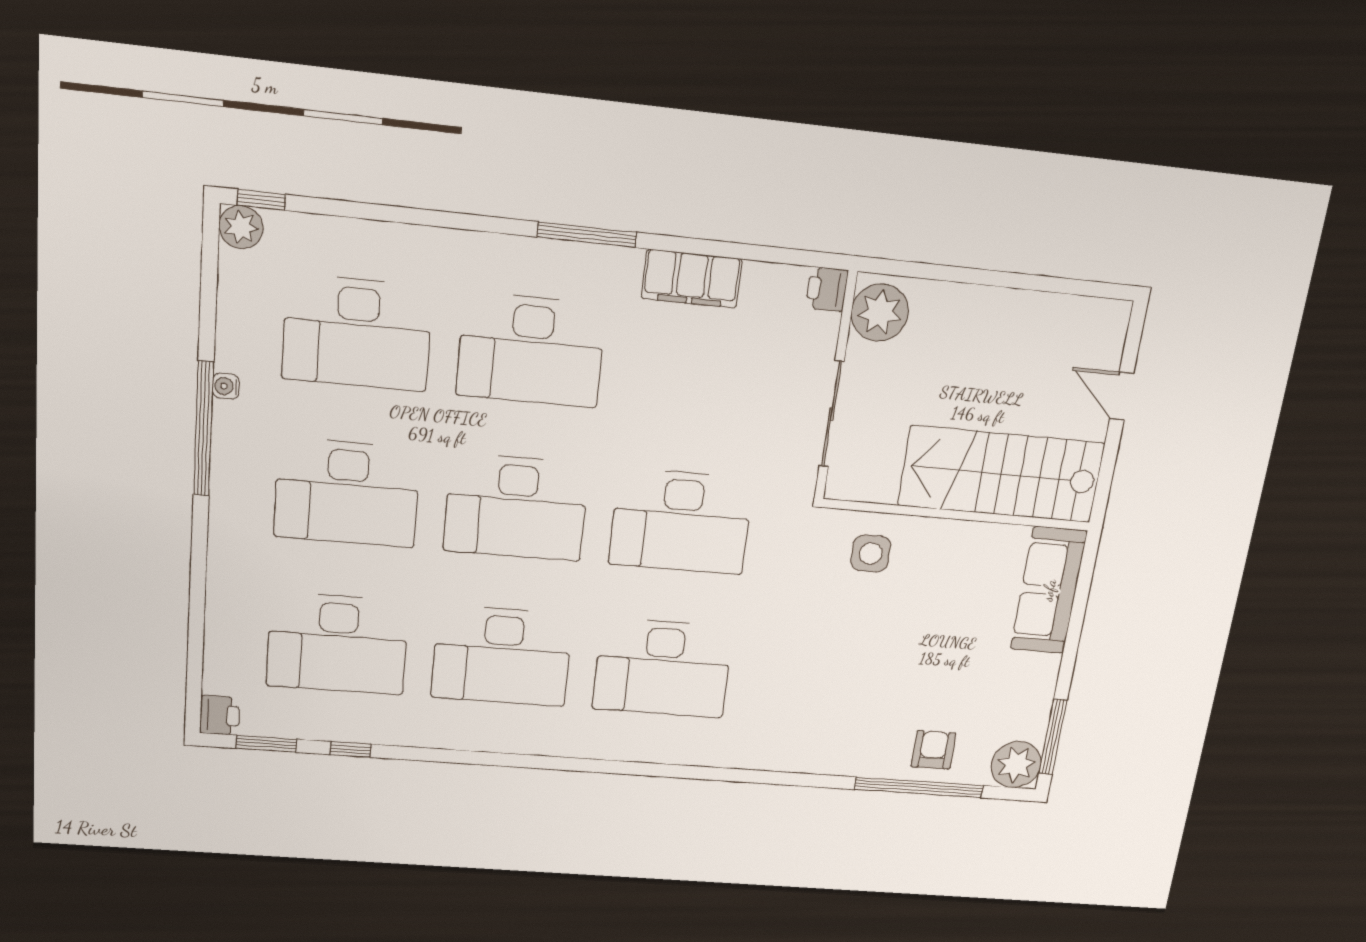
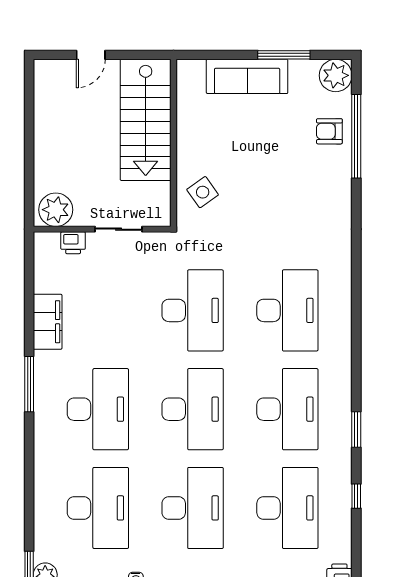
printer: (827, 289) -> (73, 243), moved
sliding door: (832, 414) -> (118, 229), width x0.73
side table: (871, 553) -> (203, 192), turned -35
sofa: (1049, 590) -> (247, 76), moved
window: (1053, 737) -> (284, 55), moved
window: (266, 744) -> (356, 430), moved

